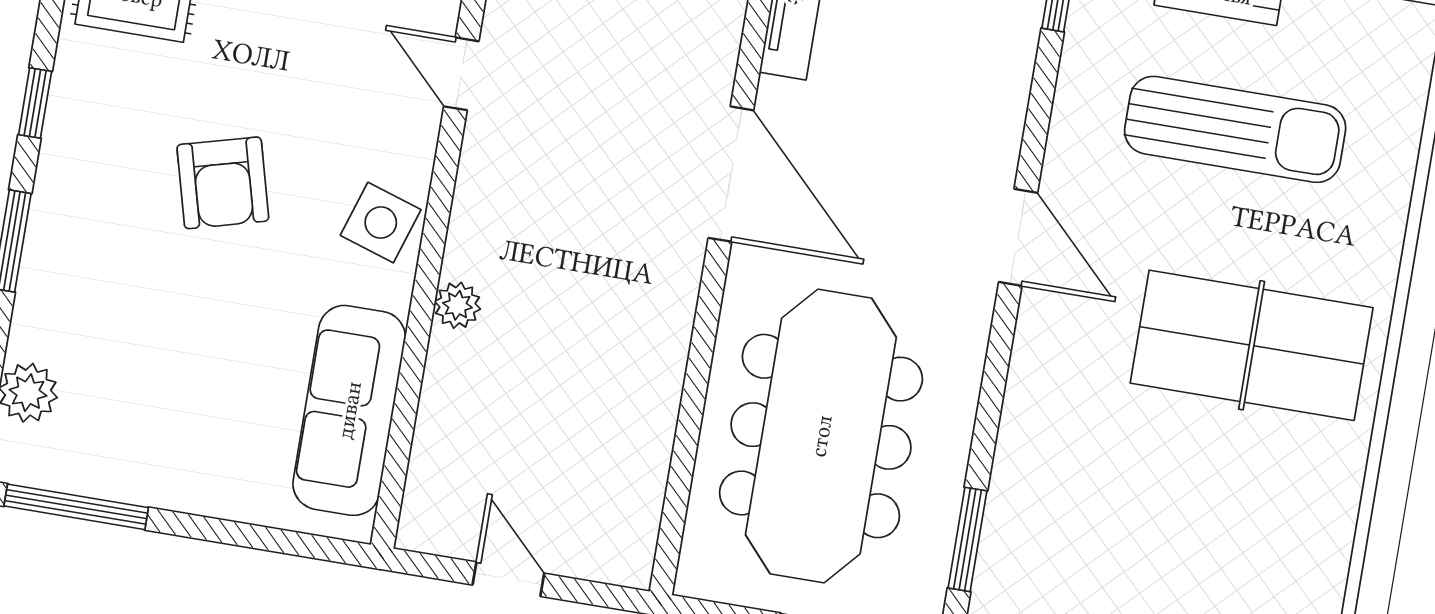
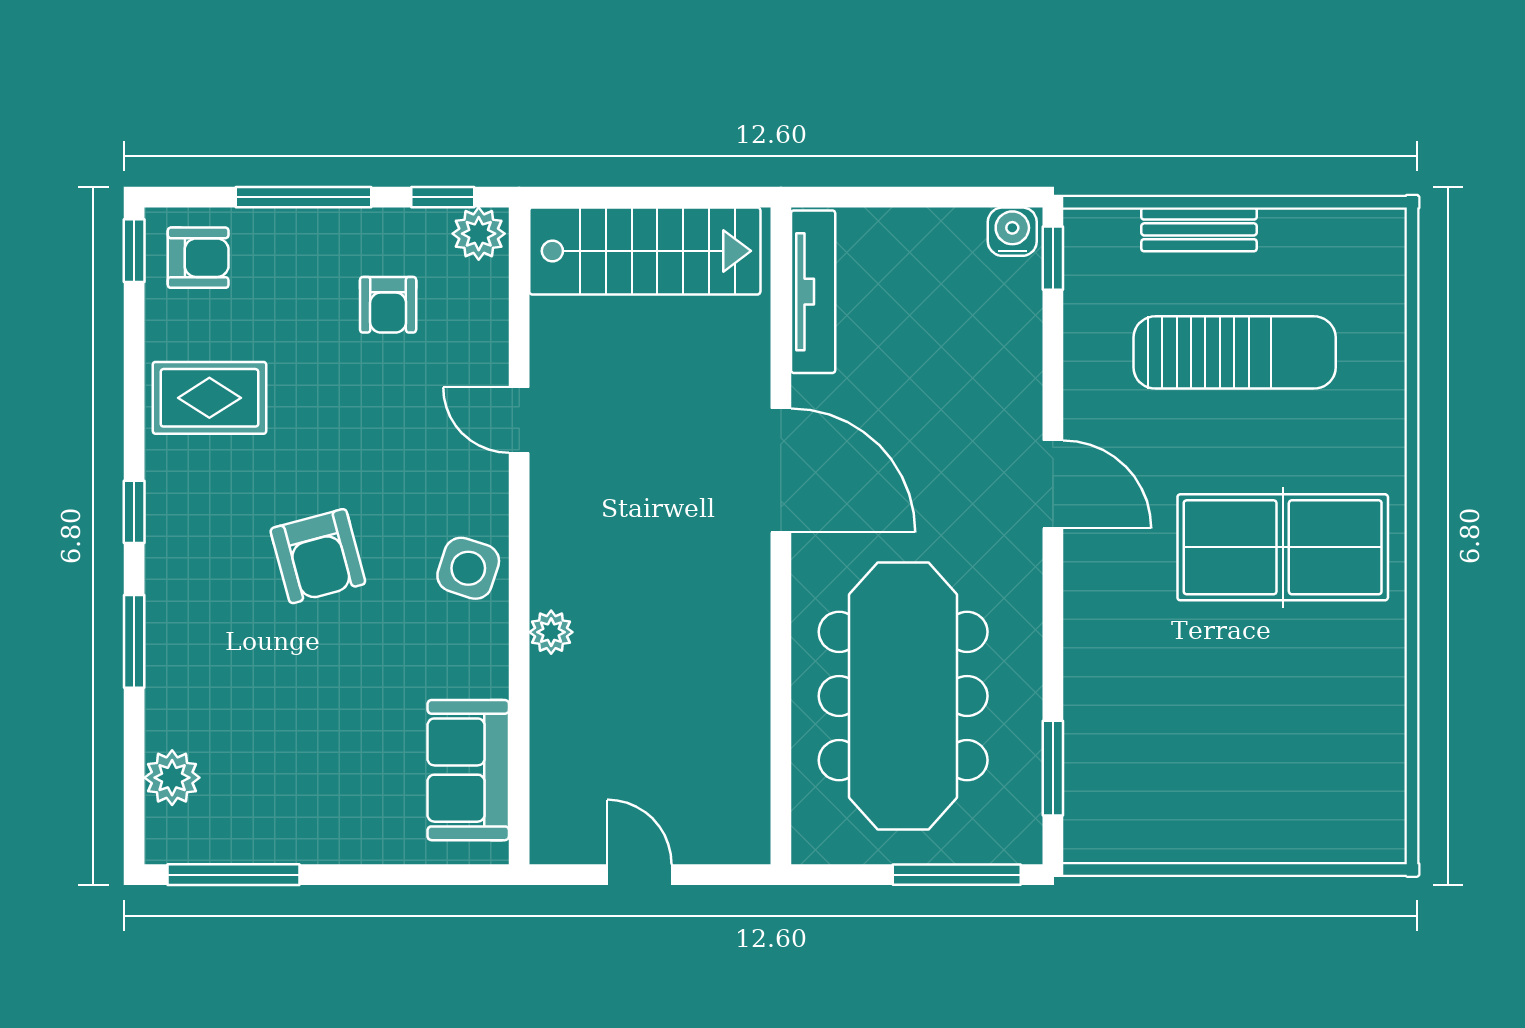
sofa: (349, 410) -> (468, 770), width x0.73

